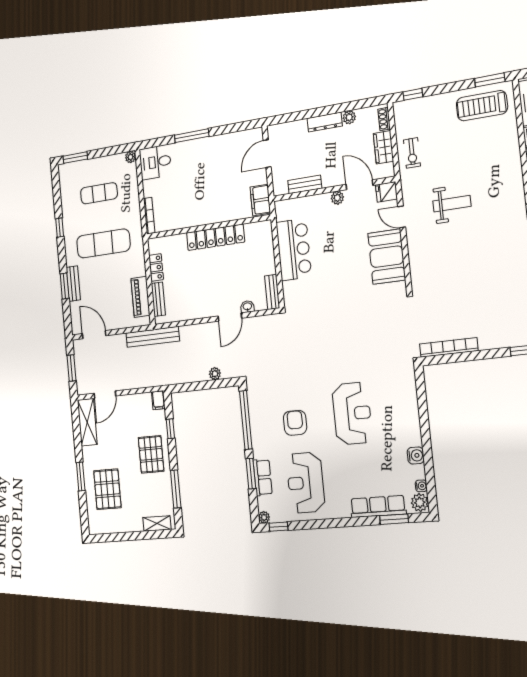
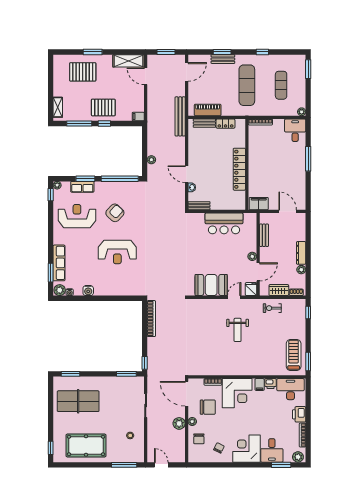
armchair: (295, 423) -> (115, 213), turned -47
window: (170, 429) -> (104, 124), moved

